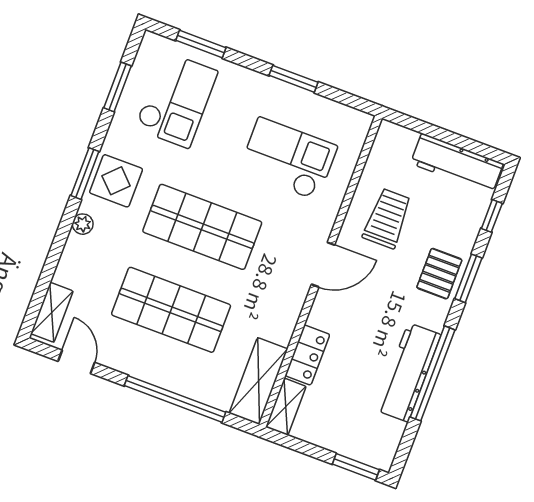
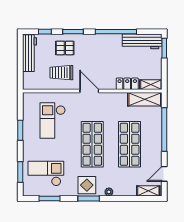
pallet: (439, 274) -> (65, 48), moved
workbench: (408, 372) -> (142, 41), moved

